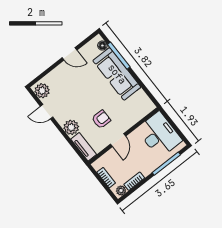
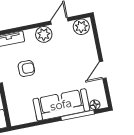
armchair: (101, 119) -> (26, 68), turned -90
plant: (71, 127) -> (44, 34), moved

